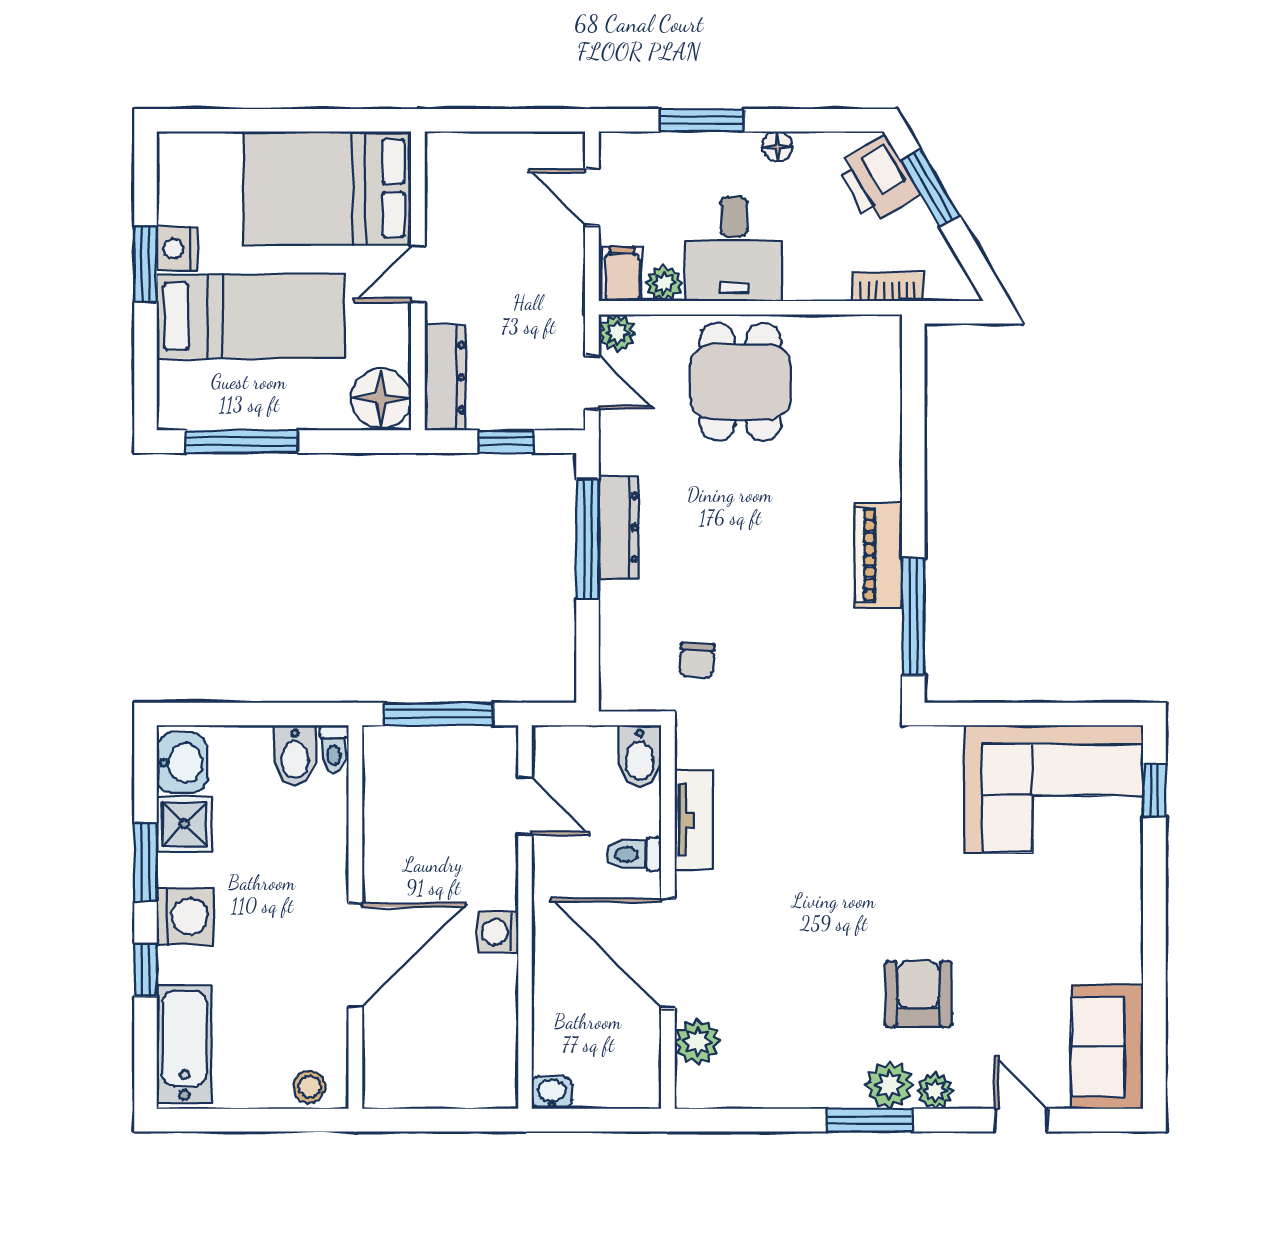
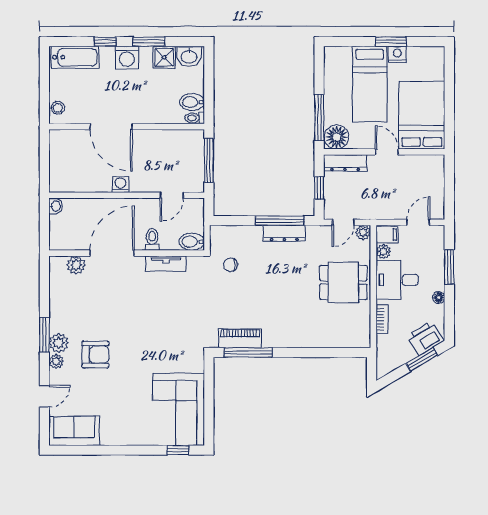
bookcase: (888, 287) -> (382, 319), moved
window: (241, 442) -> (319, 118), moved
piano: (879, 555) -> (240, 338), moved

